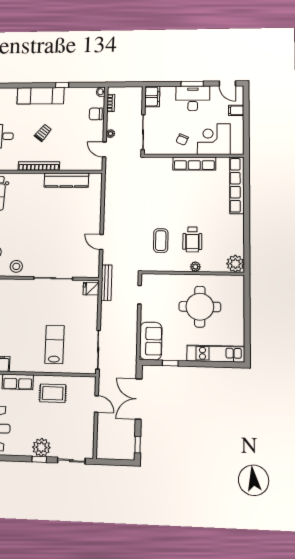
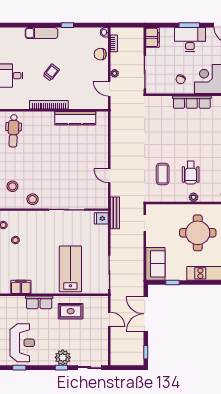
exam couch: (41, 96) -> (41, 33), width x0.73, depth x0.69
lab bench: (54, 345) -> (70, 269), width x1.36, depth x1.39

